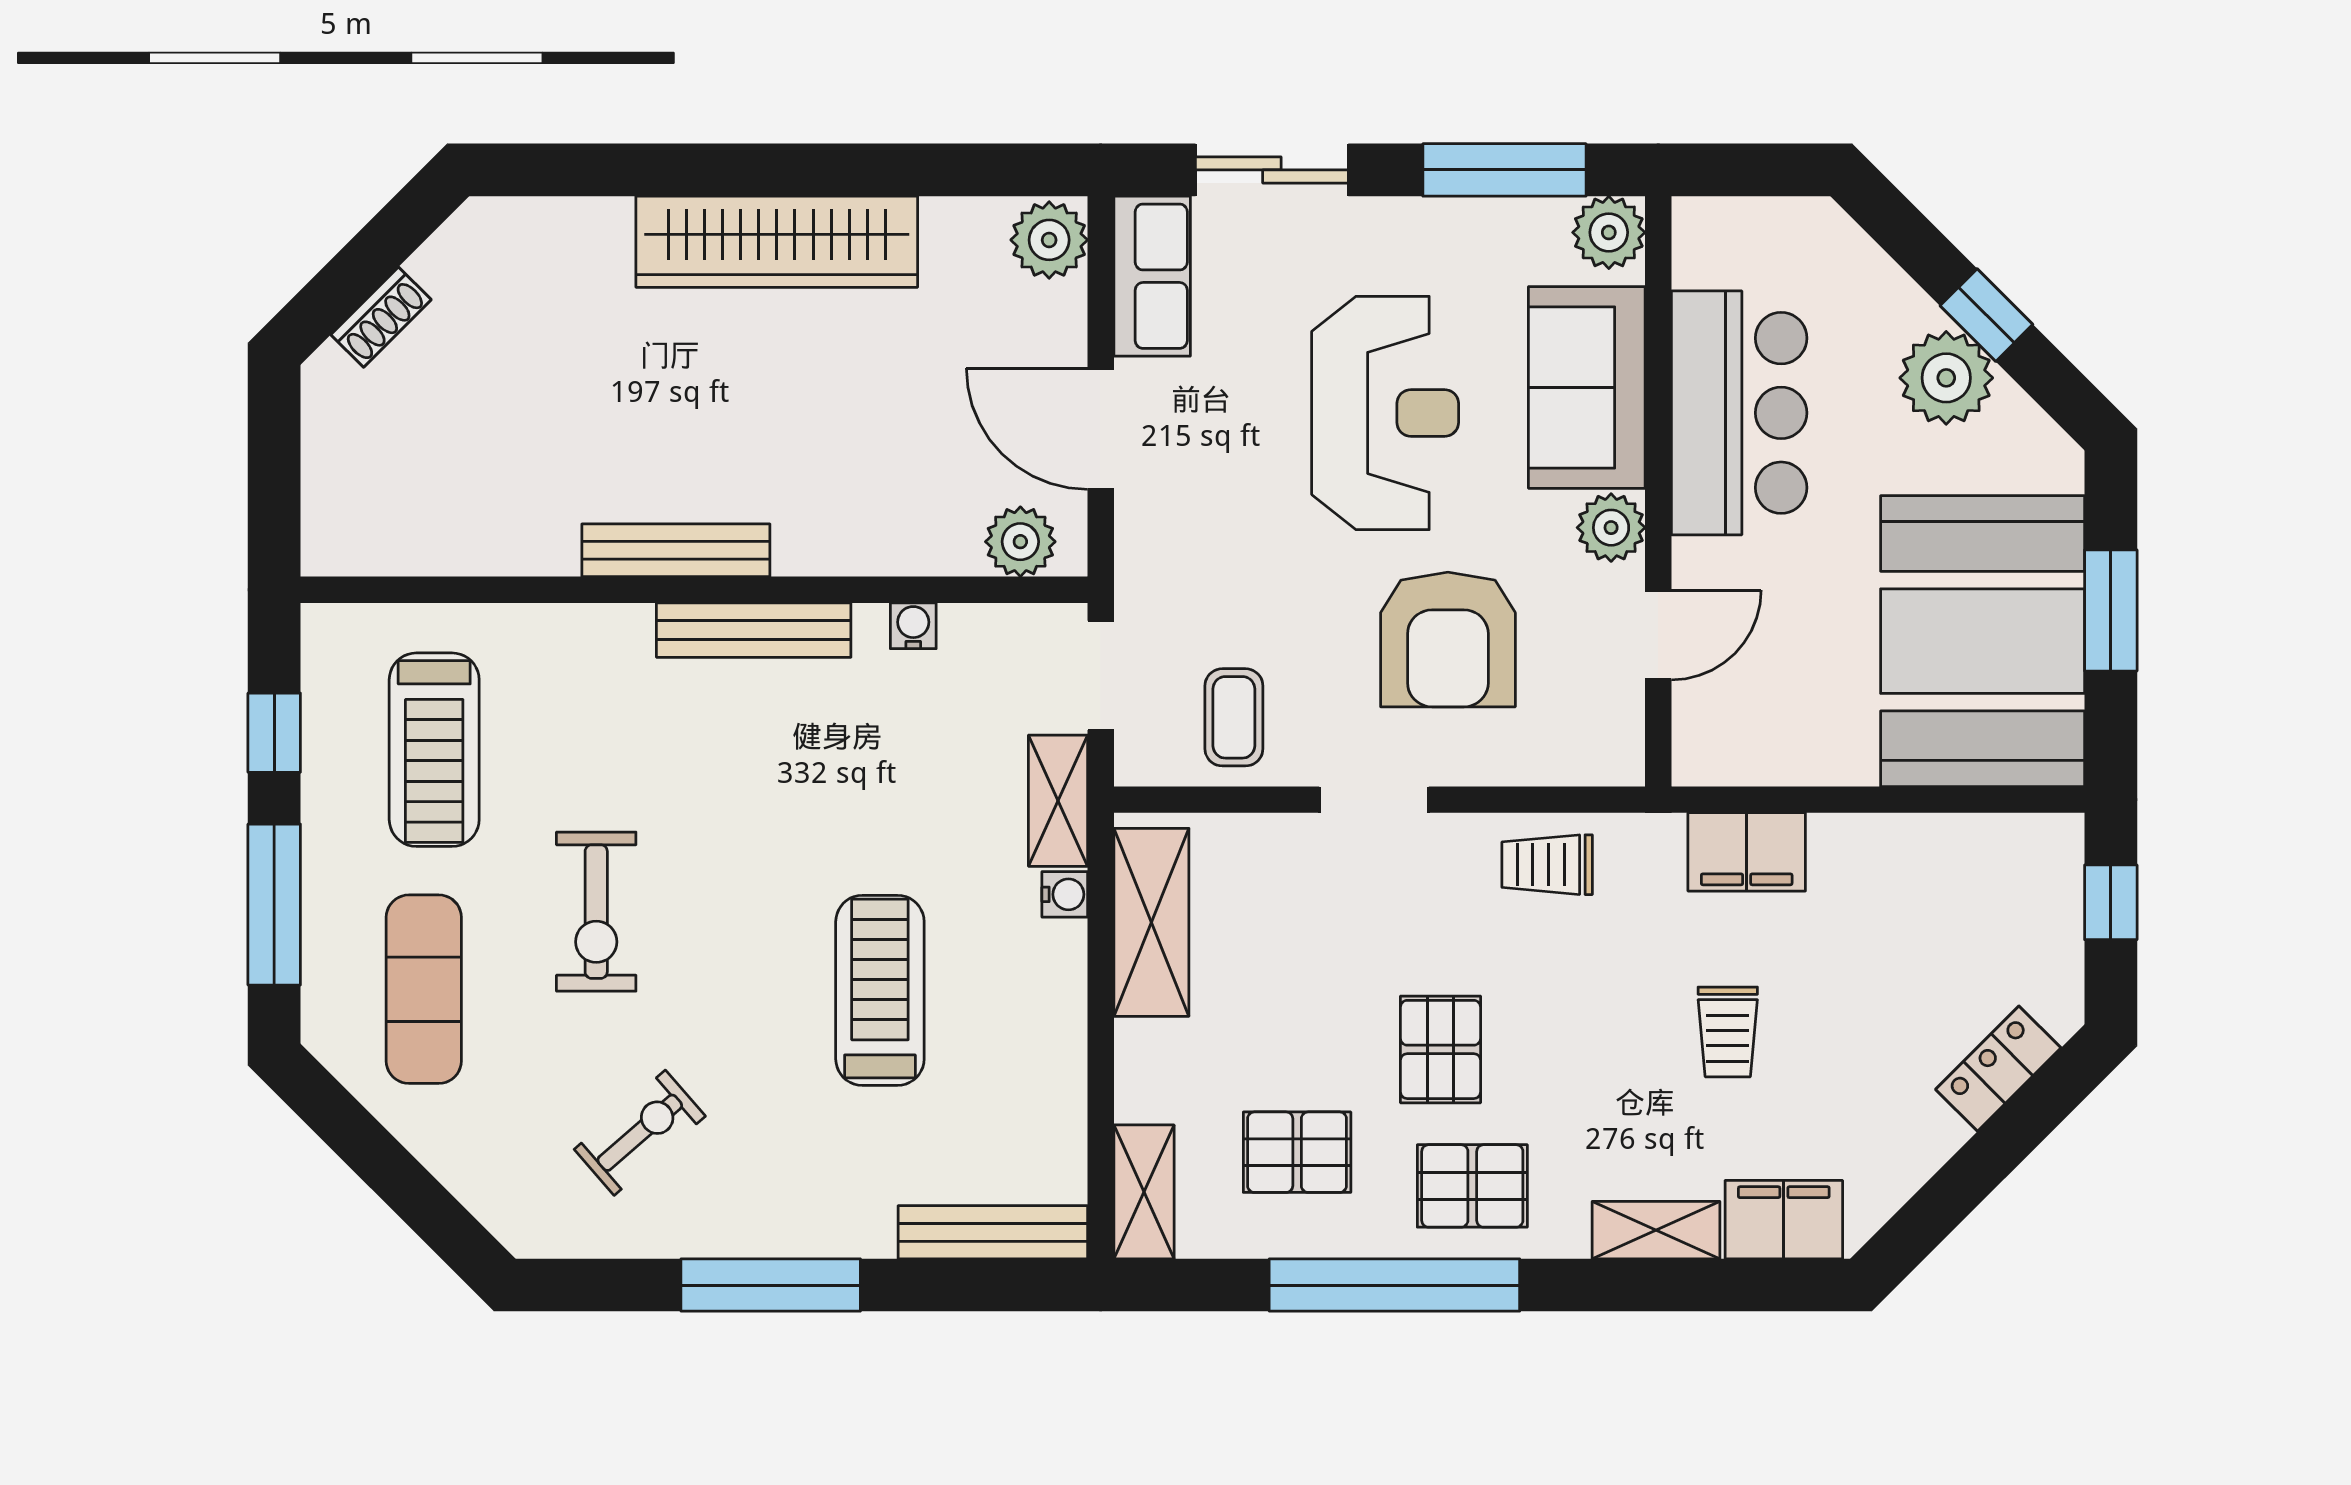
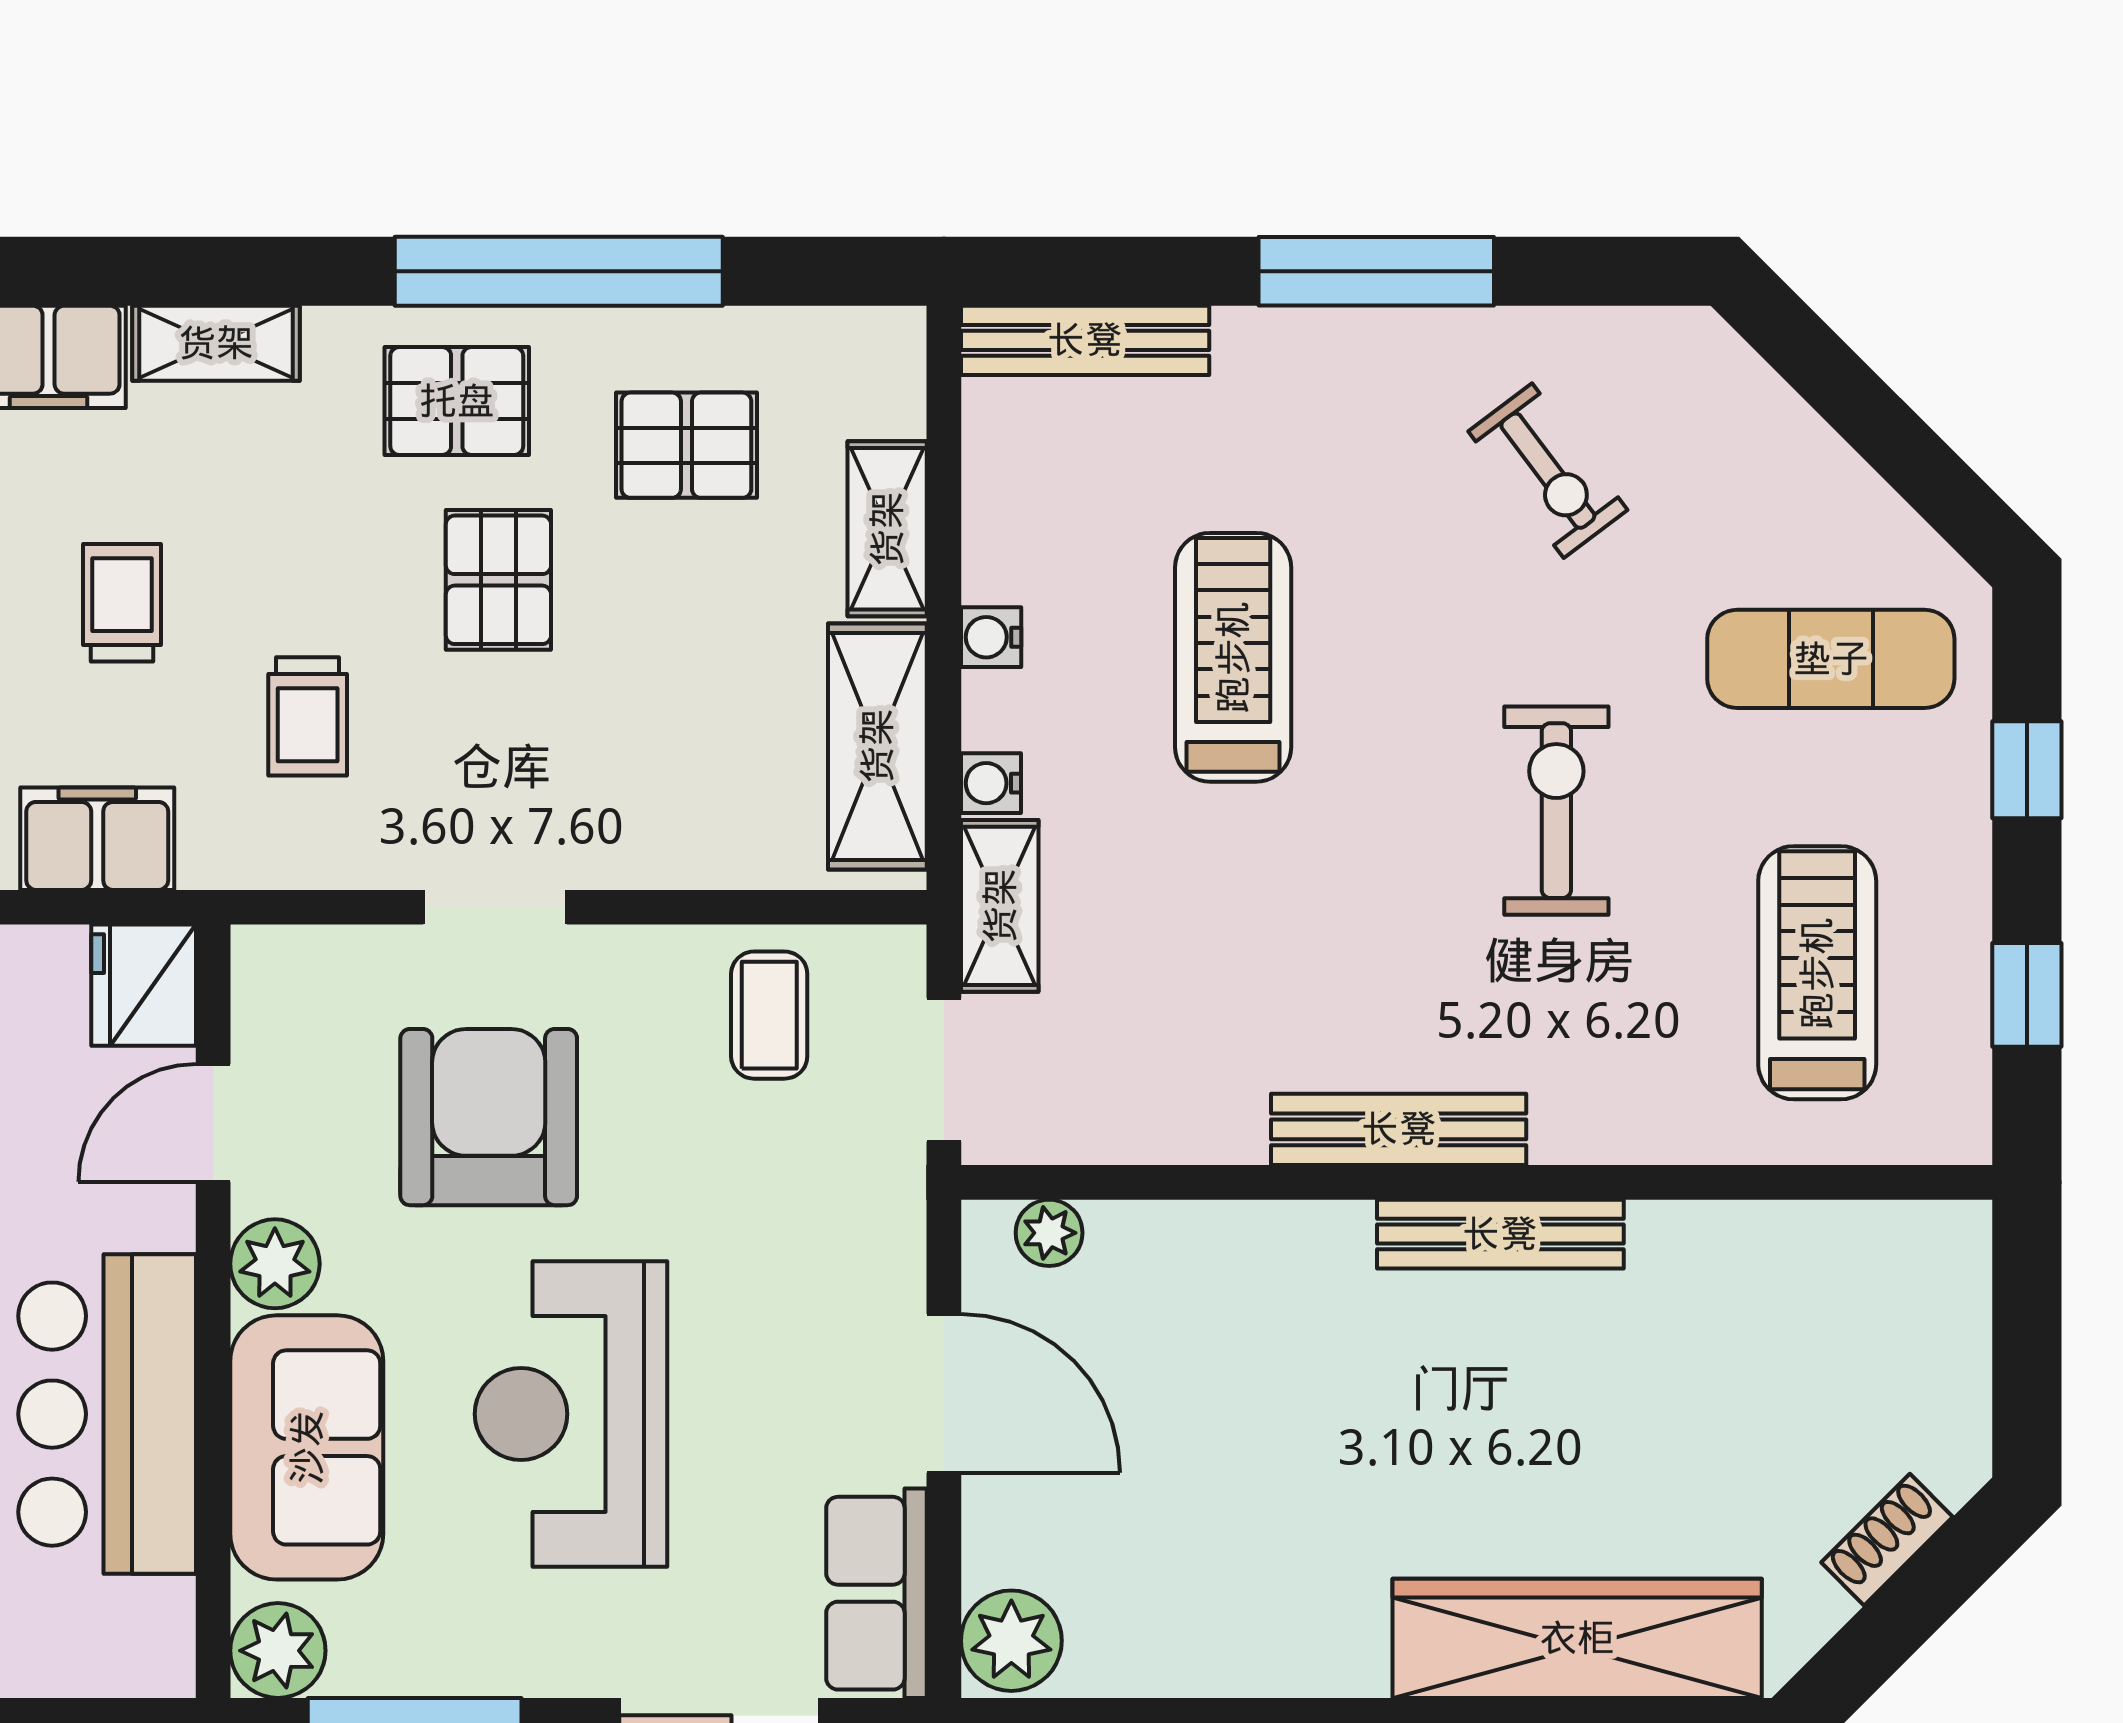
wardrobe: (777, 242) -> (1577, 1638), moved
plant: (1020, 542) -> (1049, 1233), width x0.73, depth x0.73
water cooler: (913, 626) -> (991, 637), moved, turned 90
fridge: (1711, 740) -> (144, 985), added
doorway: (1374, 800) -> (495, 907), moved
trolley: (1547, 865) -> (308, 716), moved, turned 90
window: (274, 905) -> (2027, 770), width x0.46
exercise bike: (596, 912) -> (1556, 811), moved
exercise mat: (424, 989) -> (1831, 659), turned 90
treadmill: (880, 990) -> (1233, 657), turned 180
exercise bike: (640, 1133) -> (1548, 471), turned -86
shelving: (1144, 1192) -> (887, 529), moved

